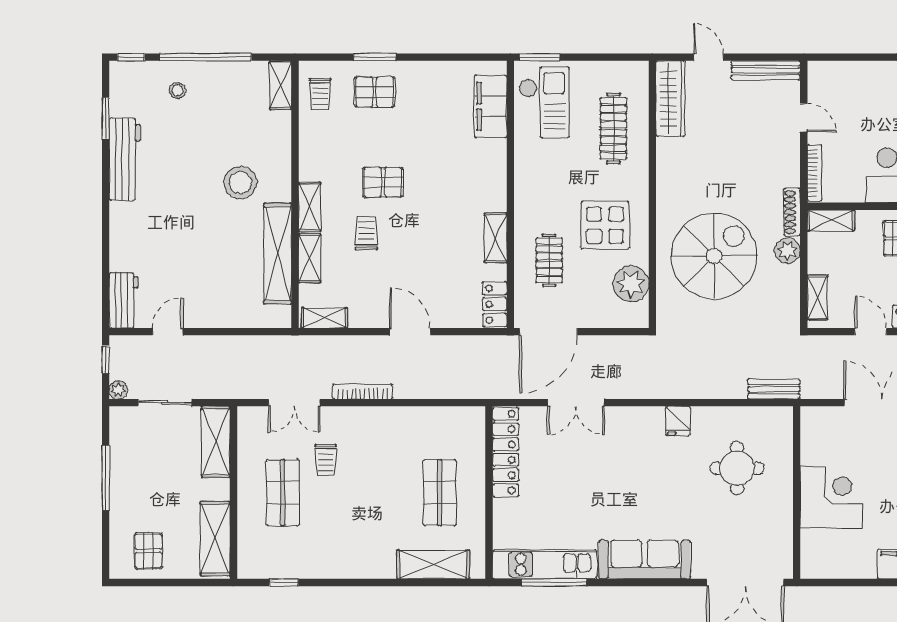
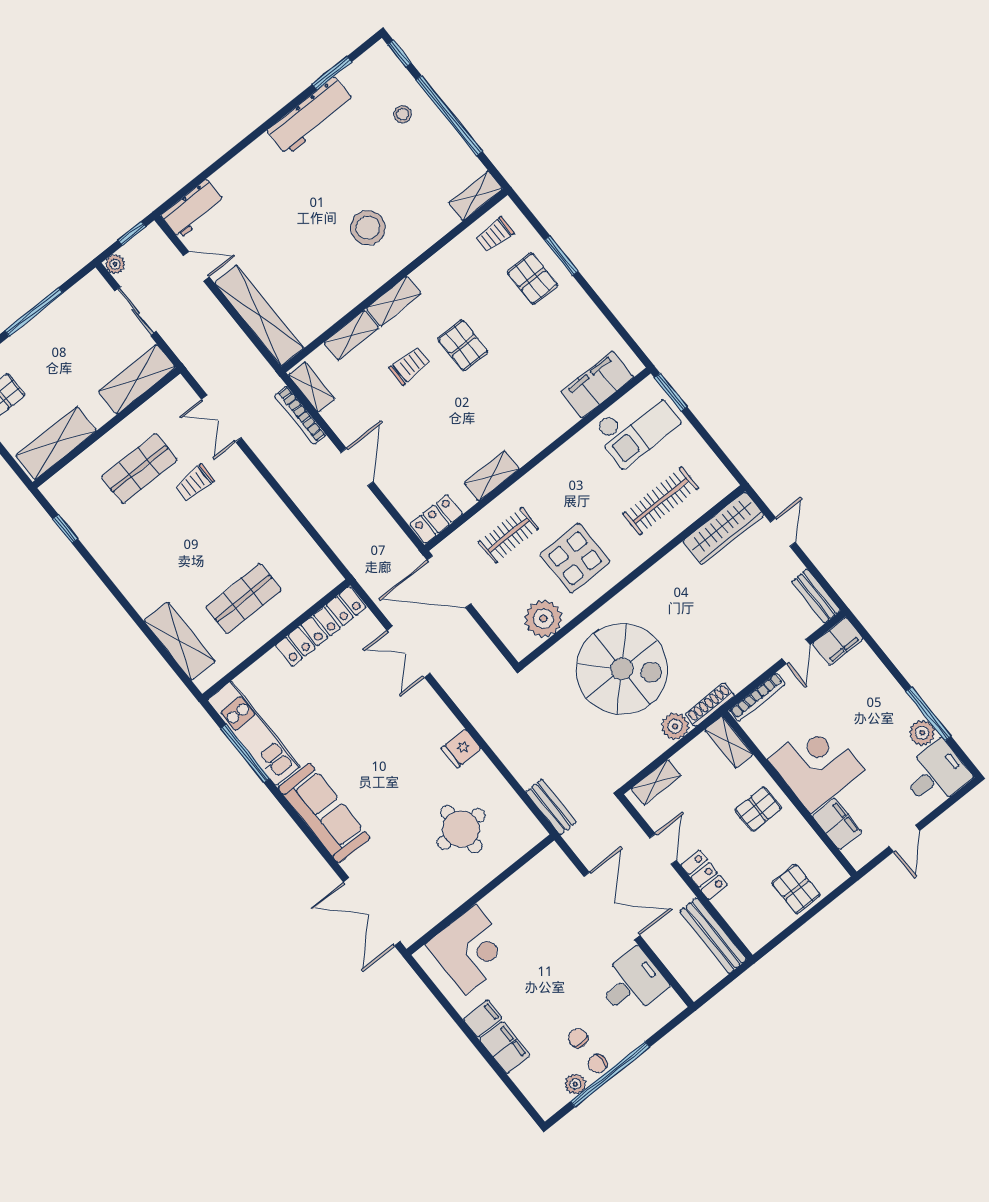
bench: (766, 70) -> (816, 596), width x0.73
filing cabinet: (821, 81) -> (838, 641), added
shelving: (278, 254) -> (259, 316), moved, turned 90
bookcase: (363, 391) -> (300, 415), moved, turned 180
corner desk: (831, 497) -> (470, 950), moved

